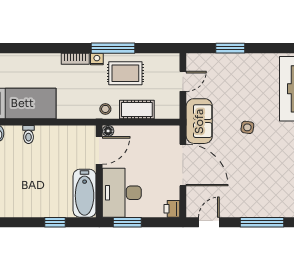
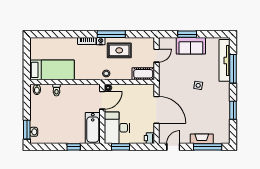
cot: (137, 109) -> (143, 74), moved
sofa: (199, 121) -> (191, 46), moved, turned 90
fireplace: (253, 210) -> (202, 139), added

